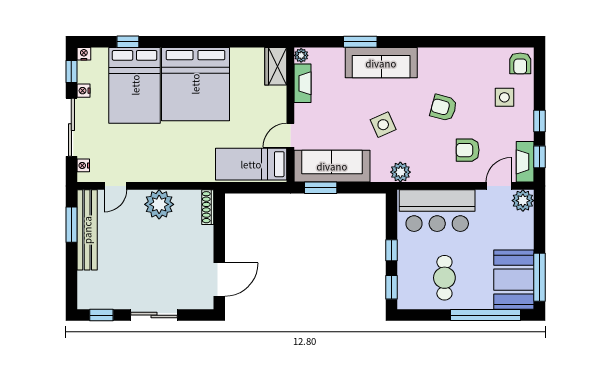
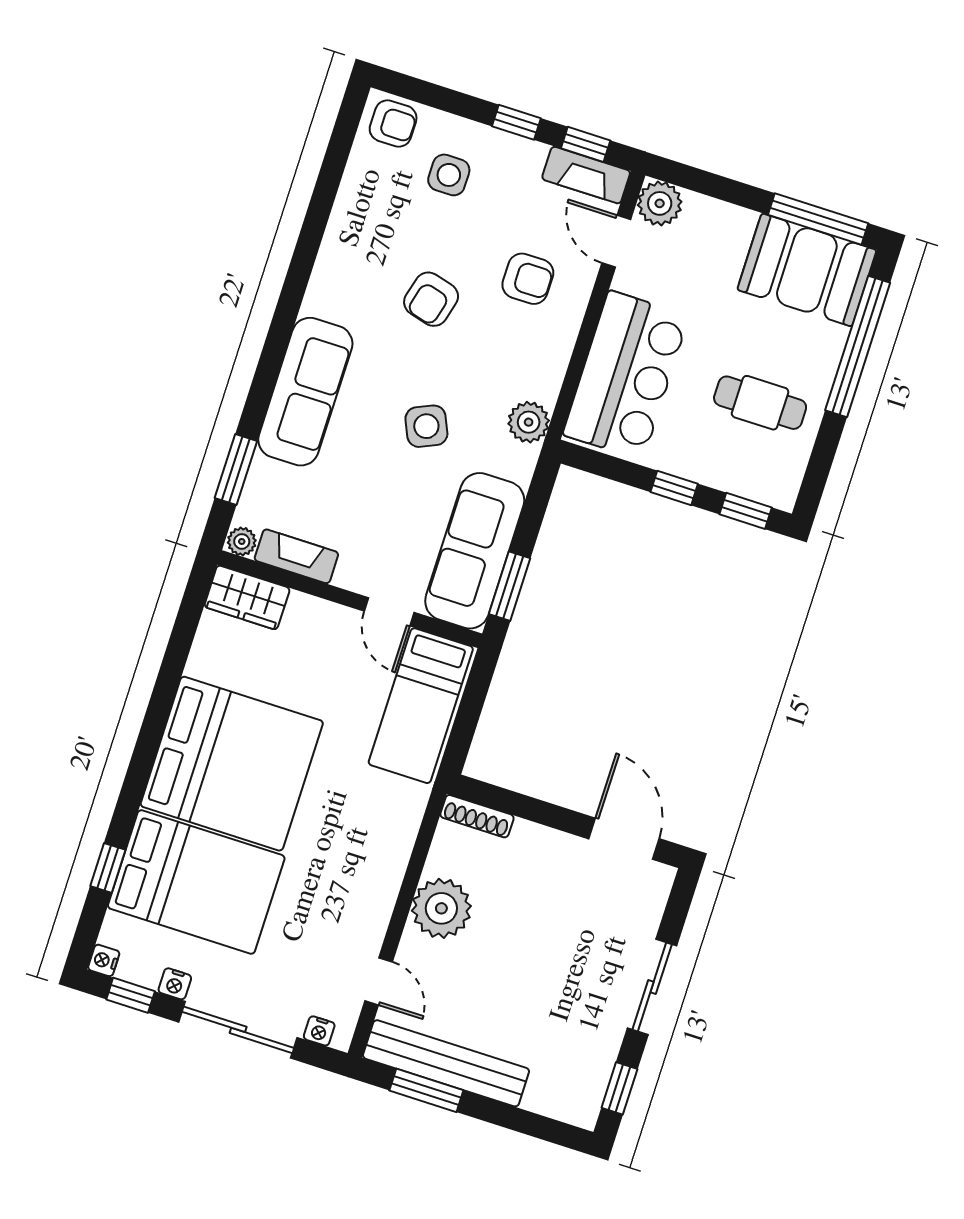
window: (360, 42) -> (236, 470), moved
armchair: (468, 150) -> (528, 279), turned -90

